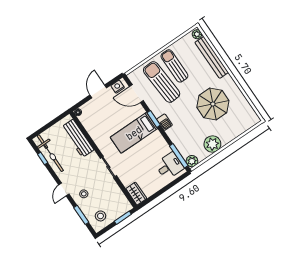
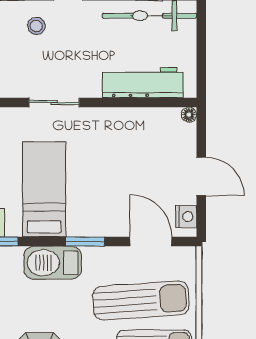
door: (136, 94) -> (151, 241), hinge flipped
barbecue: (164, 122) -> (53, 263), width x1.88, depth x1.53
bed: (134, 133) -> (44, 189), moved

